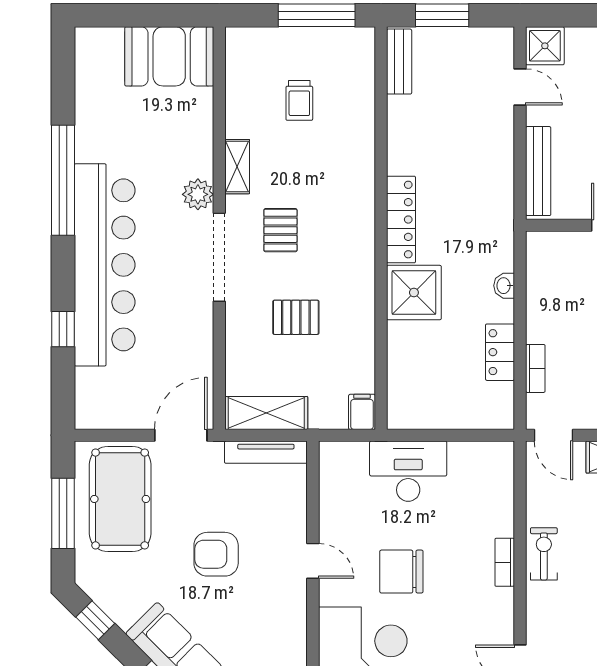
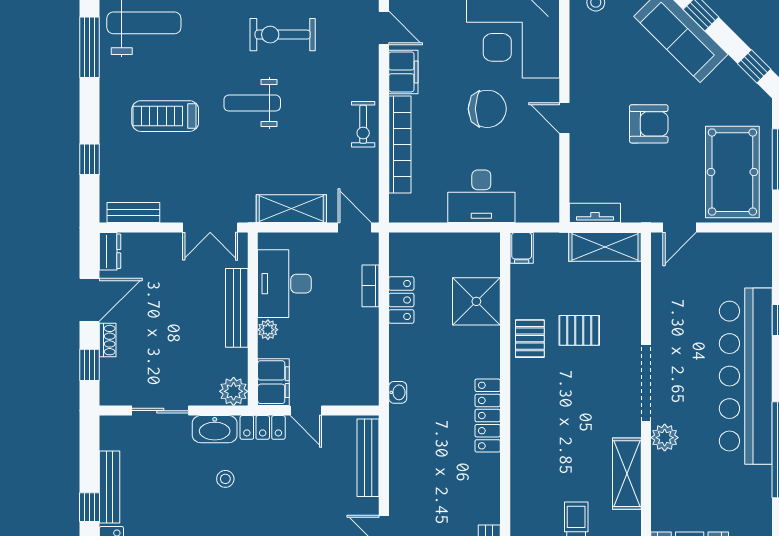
shelving: (237, 167) -> (627, 474), width x1.50, depth x1.33
pallet: (280, 230) -> (530, 339), moved
washbasin: (504, 286) -> (398, 392), moved
shower: (414, 293) -> (476, 301), moved
door: (181, 435) -> (679, 228), width x0.73
tv unit: (266, 452) -> (595, 213), width x0.71
bookcase: (505, 562) -> (400, 144), width x2.31, depth x1.31
filing cabinet: (498, 614) -> (403, 72), added

